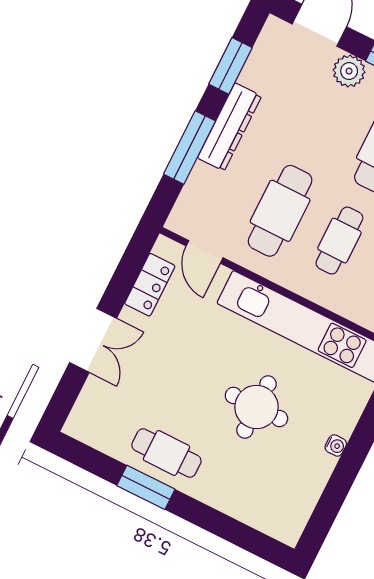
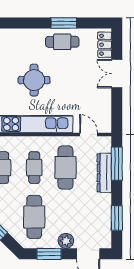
dresser: (230, 127) -> (104, 173), moved
window: (190, 148) -> (117, 164), moved
locker: (150, 285) -> (105, 45), moved

